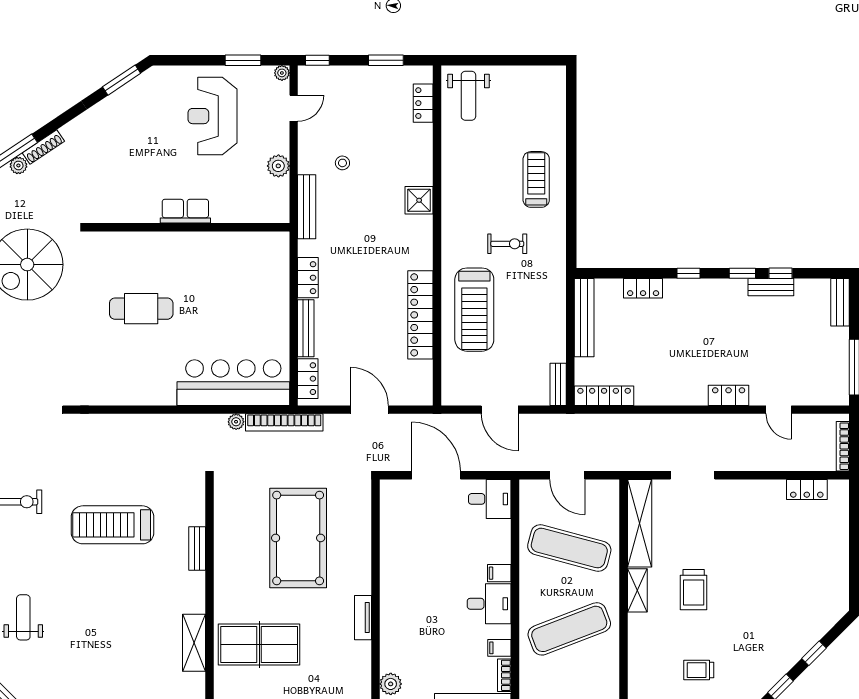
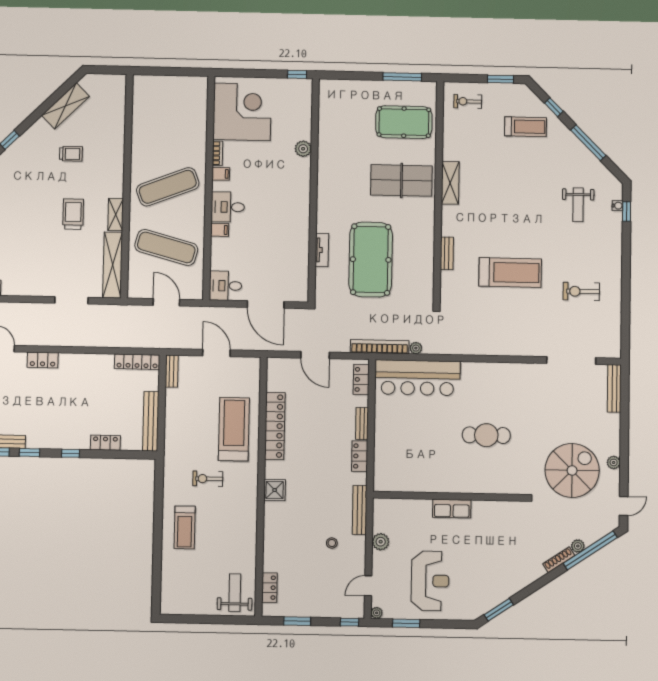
shower: (419, 200) -> (275, 490), moved
bench: (306, 328) -> (362, 423), width x0.73
tv unit: (363, 618) -> (322, 250), moved

